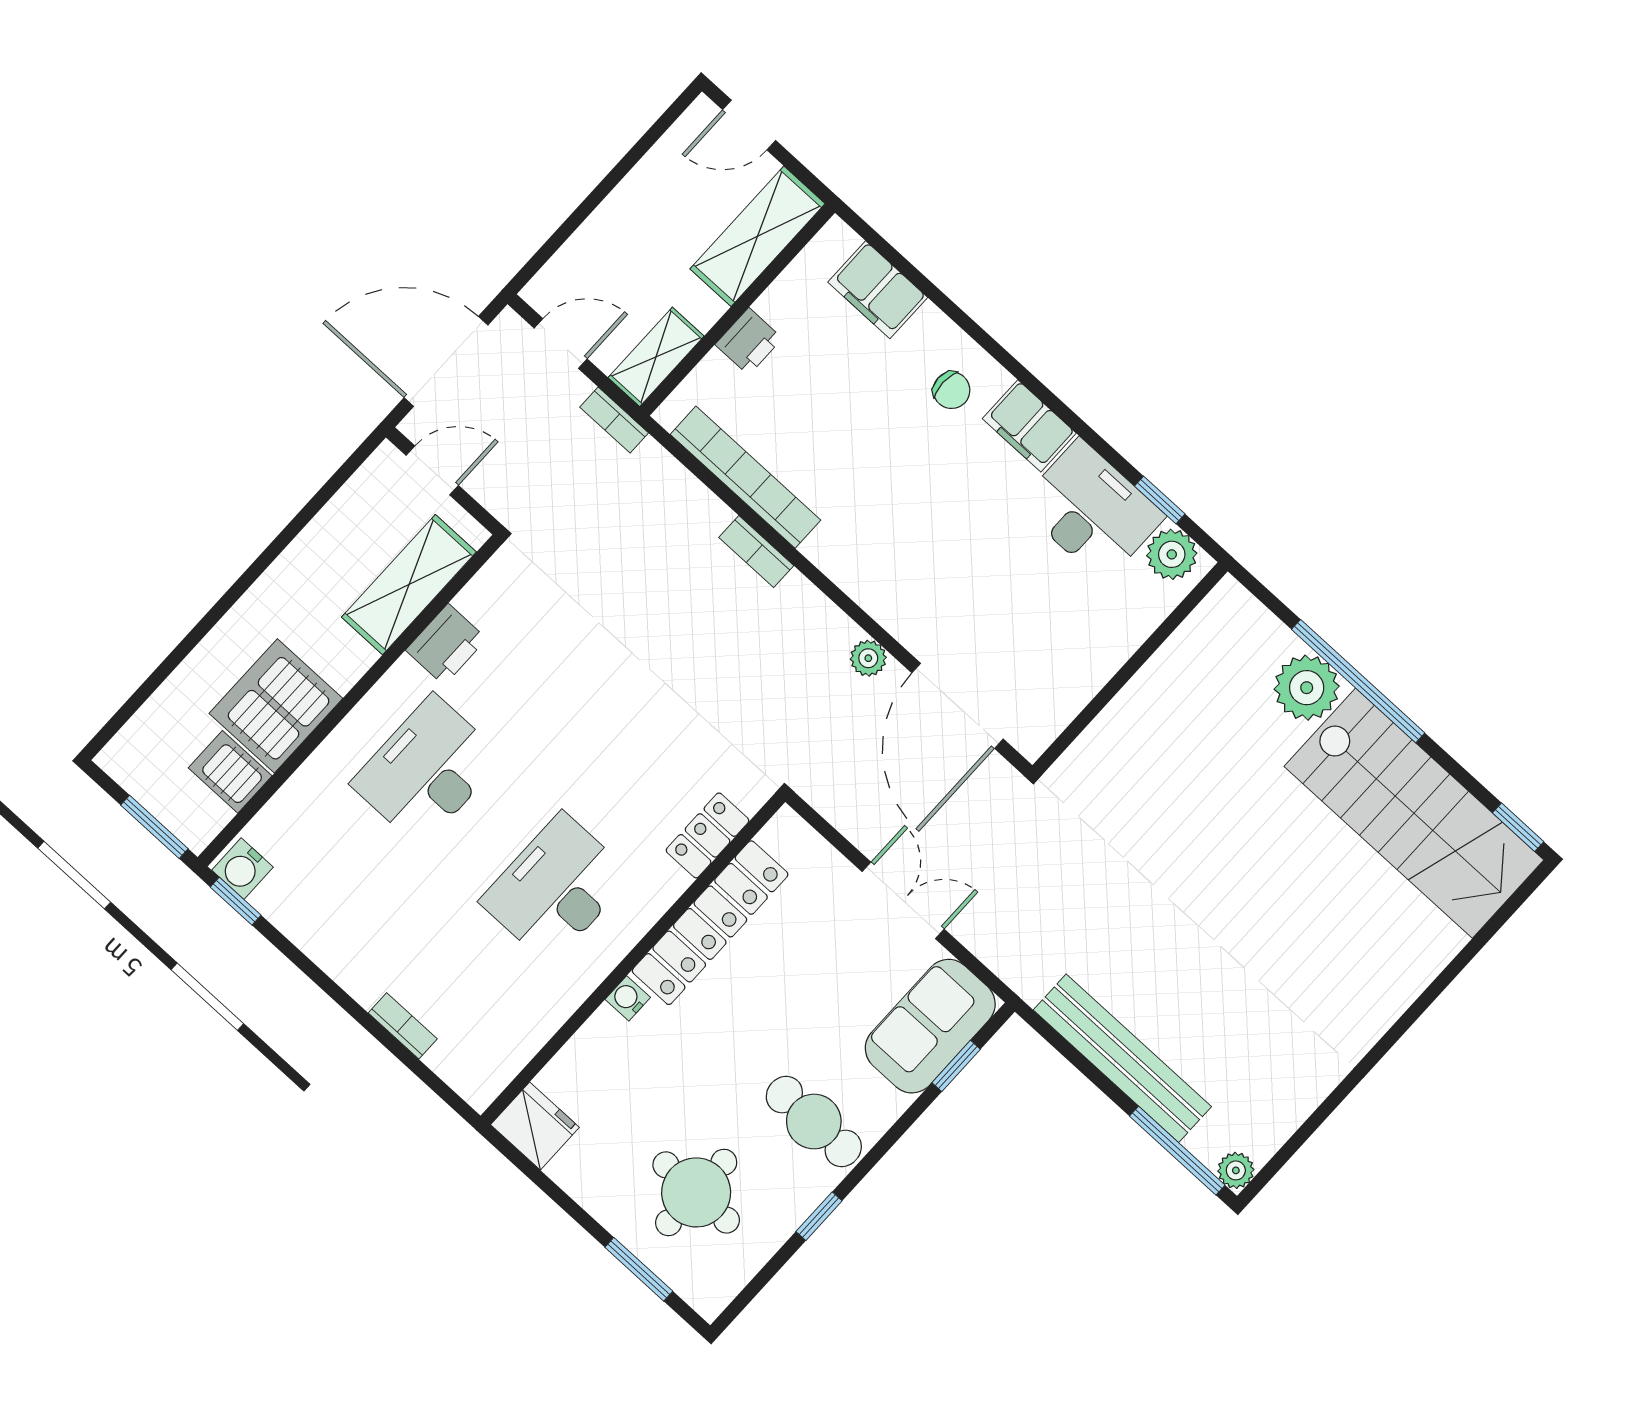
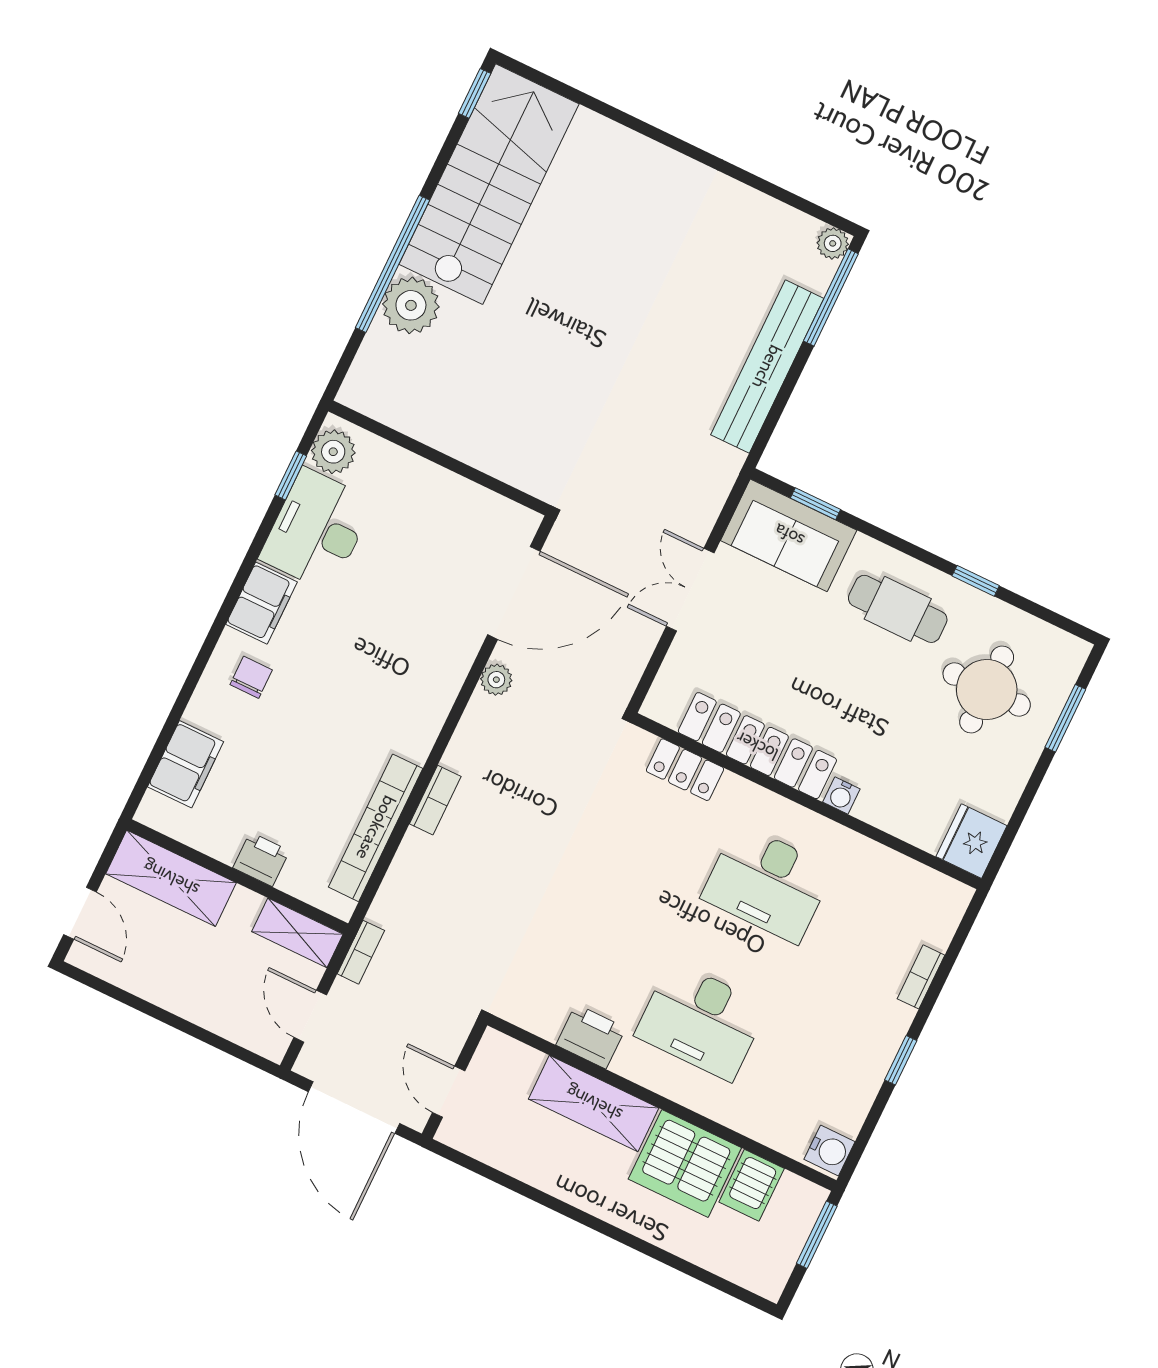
shelving: (409, 585) -> (594, 1103), moved
window: (236, 901) -> (901, 1060), moved
cafe table: (814, 1122) -> (898, 609), turned 90

